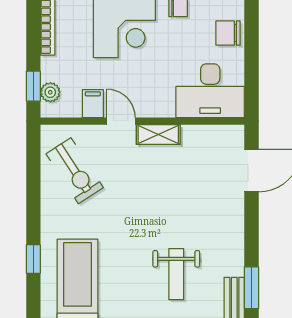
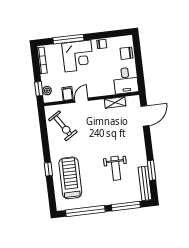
desk: (210, 91) -> (126, 81), width x0.73
door: (121, 121) -> (81, 100), hinge flipped
shelving: (158, 135) -> (115, 102), moved

